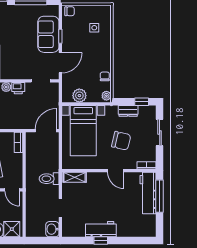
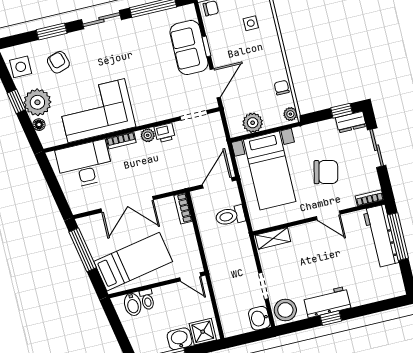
dresser: (128, 111) -> (351, 122), moved
toilet: (49, 179) -> (230, 216), moved
stool: (71, 228) -> (285, 310), added

